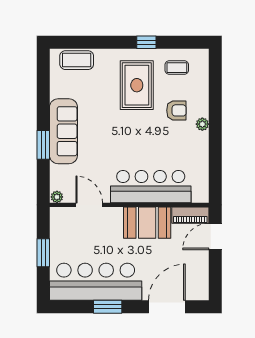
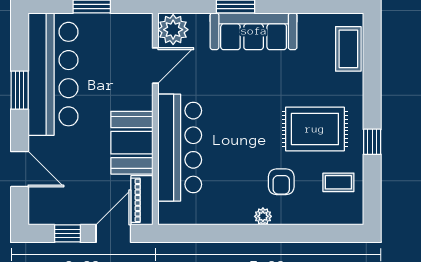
coffee table: (177, 68) -> (338, 182), turned 90
plant: (57, 197) -> (173, 30), width x1.88, depth x1.88
door: (215, 236) -> (113, 233), hinge flipped
window: (215, 271) -> (67, 233), added
door: (167, 307) -> (20, 169), width x0.73

